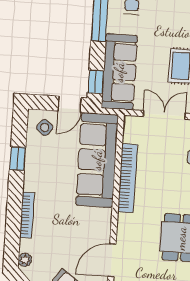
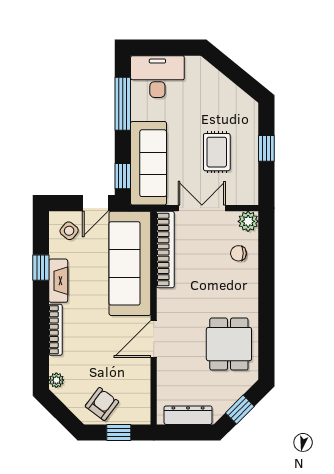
fireplace: (32, 171) -> (58, 281), added
bookcase: (128, 178) -> (165, 249), moved
door: (112, 260) -> (154, 339), moved

